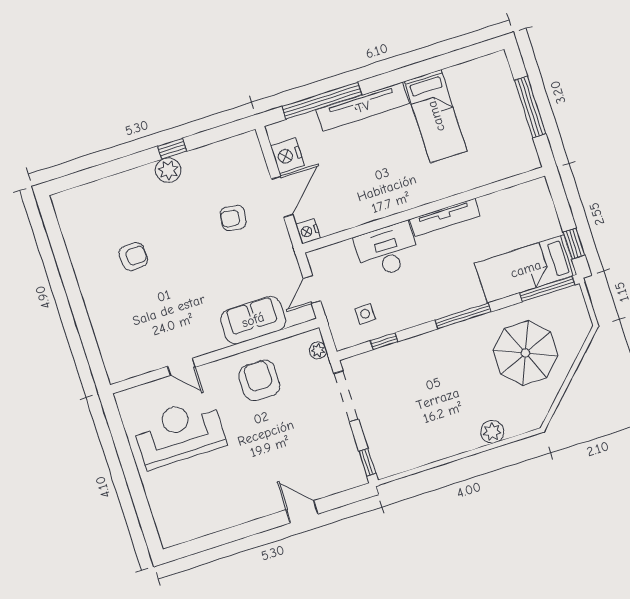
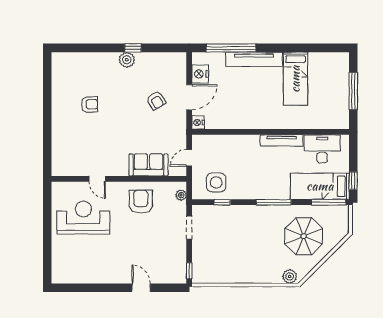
armchair: (233, 218) -> (156, 101), turned -130
desk: (387, 250) -> (322, 149), moved
side table: (365, 314) -> (216, 182), width x1.87, depth x1.87
doorway: (346, 396) -> (189, 228), width x0.73
plant: (492, 432) -> (290, 276), moved

